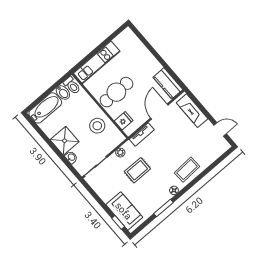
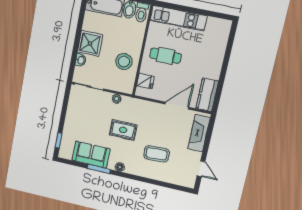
cafe table: (116, 92) -> (165, 56), width x0.73, depth x0.74
tv unit: (142, 134) -> (146, 105), removed
rug: (137, 170) -> (123, 130), moved
coffee table: (187, 170) -> (156, 154), moved
sofa: (124, 211) -> (91, 155), moved, turned -90

